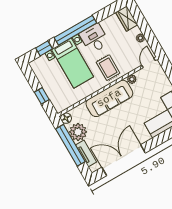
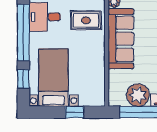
bed with nightstands: (73, 63) -> (53, 78), moved, turned -90
floor lamp: (66, 118) -> (115, 100), removed

